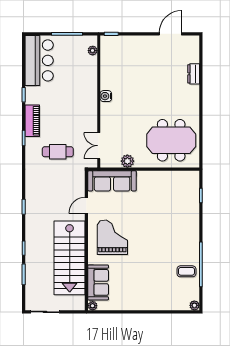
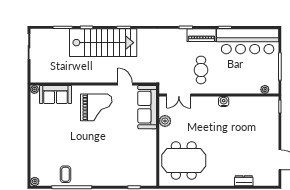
bar counter: (39, 60) -> (248, 41), width x1.36
meeting table: (171, 140) -> (184, 160), turned 90
double door: (99, 146) -> (179, 95), swing flipped
cafe table: (58, 152) -> (201, 70), moved
stairs: (70, 258) -> (103, 43), moved, turned 180

